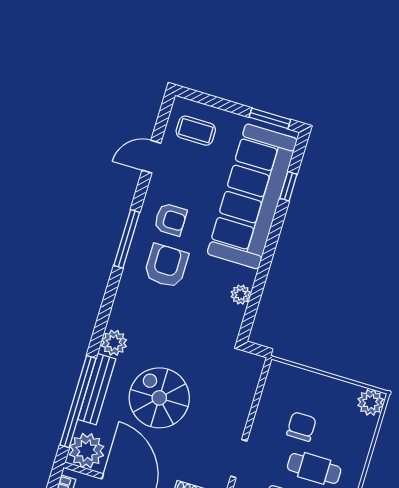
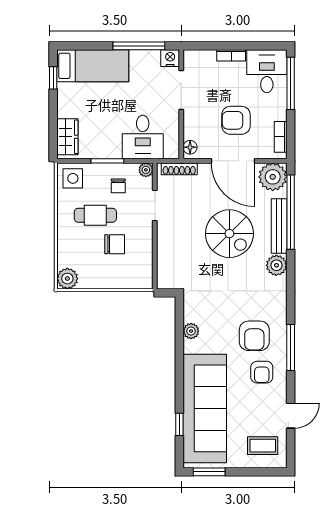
armchair: (170, 219) -> (262, 372), turned -90
chair: (301, 427) -> (115, 244), turned -90

